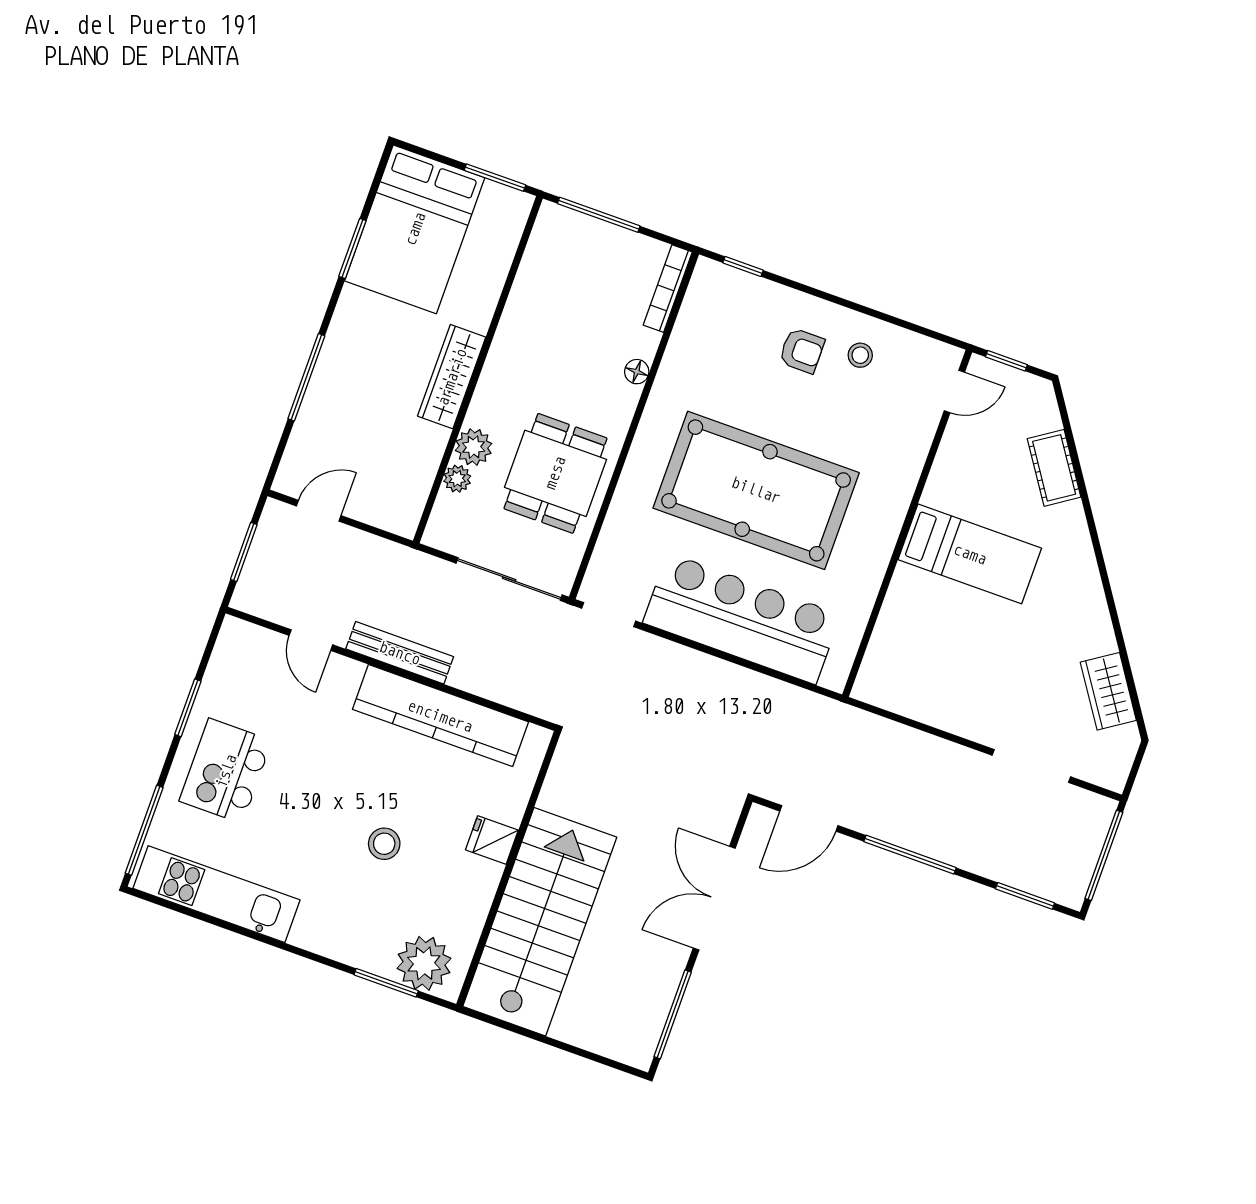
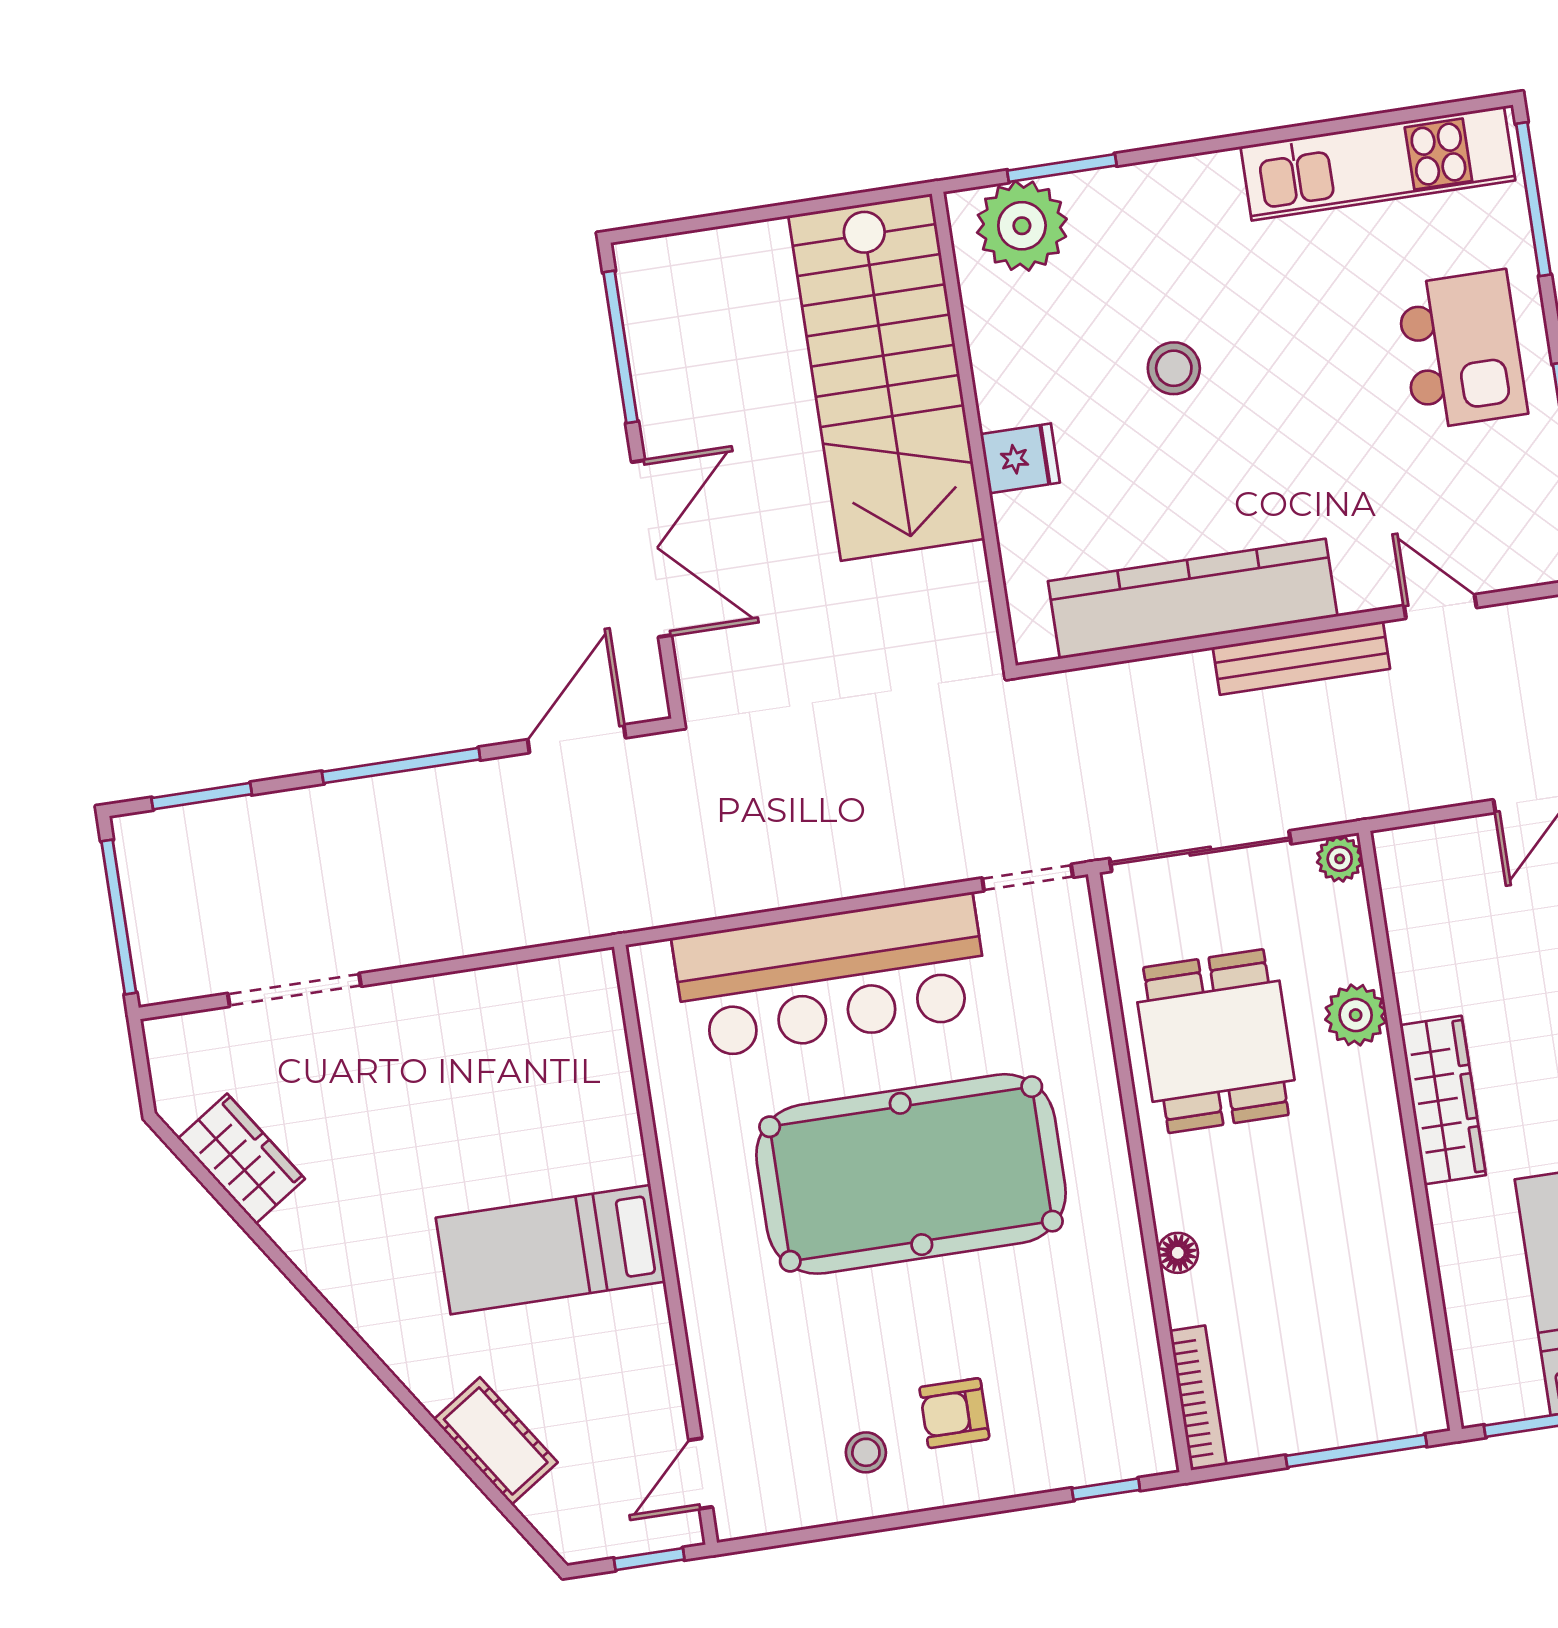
plant: (457, 479) -> (1340, 859), moved

